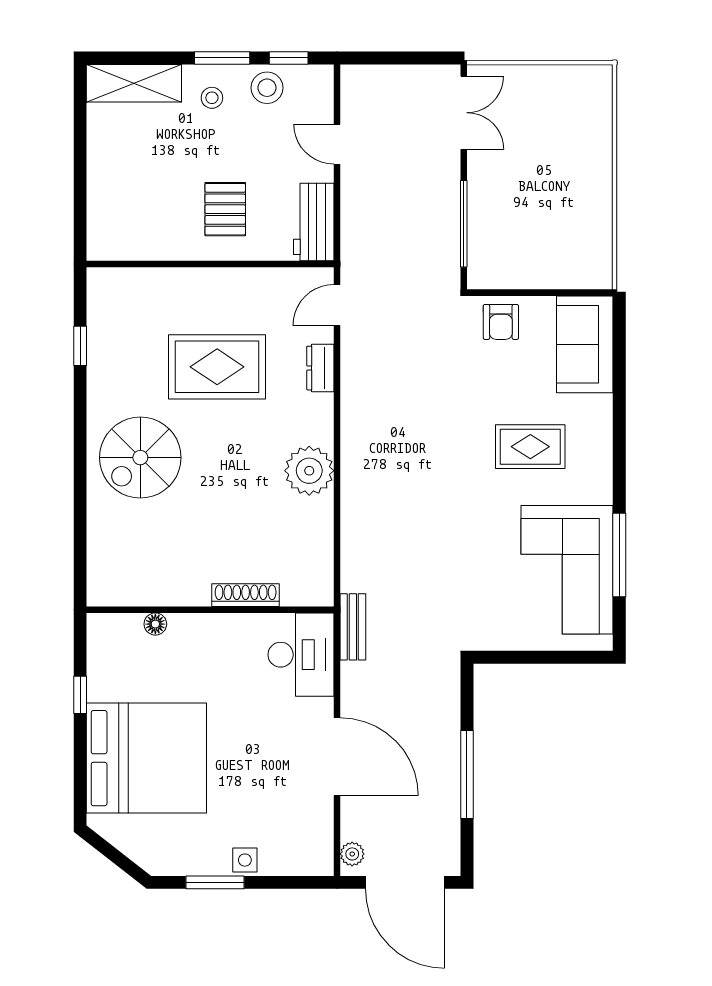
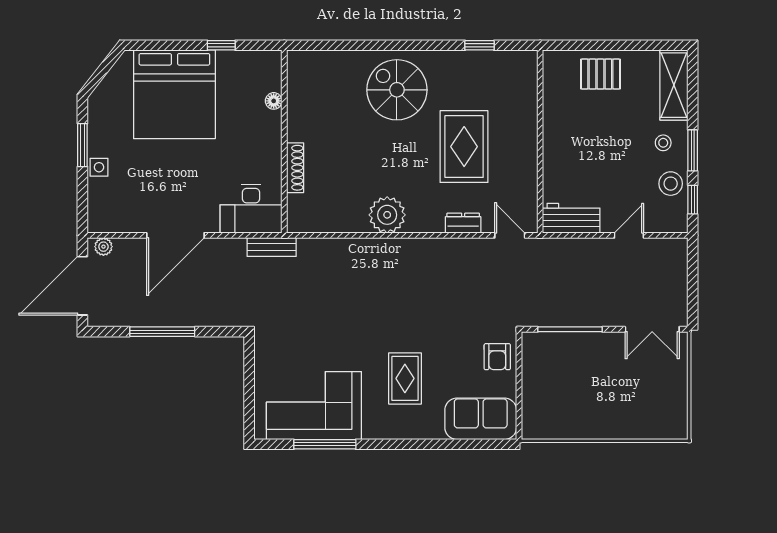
pallet: (225, 209) -> (600, 74), moved
armchair: (501, 322) -> (497, 357), turned -90

